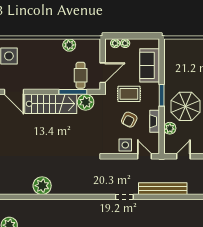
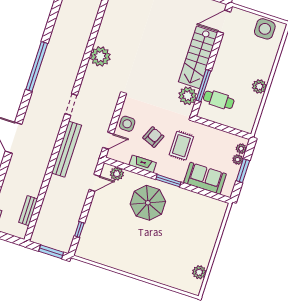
window: (133, 36) -> (243, 171), added
plant: (69, 45) -> (259, 86), moved
door: (103, 73) -> (214, 125), removed
armchair: (129, 120) -> (153, 137), turned 87
plant: (170, 128) -> (117, 174), moved
door: (183, 156) -> (94, 183), hinge flipped
plant: (42, 186) -> (100, 56), moved

